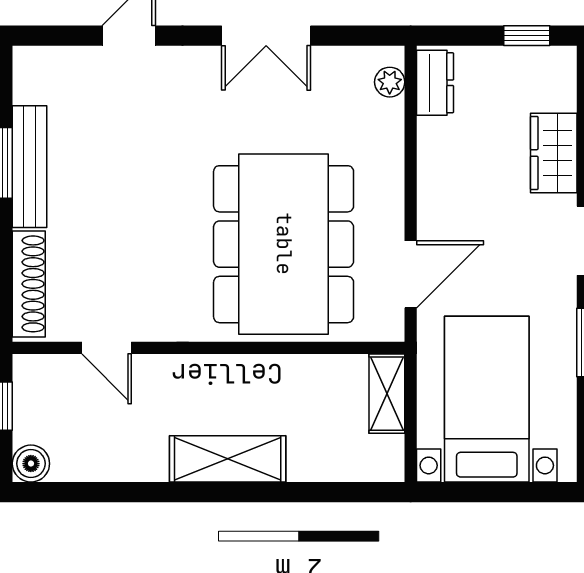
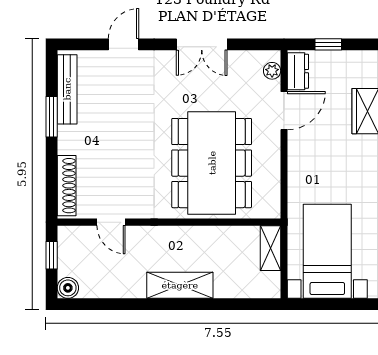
window: (527, 36) -> (328, 44), moved
bench: (29, 167) -> (67, 89), moved
door: (411, 274) -> (284, 111), moved

